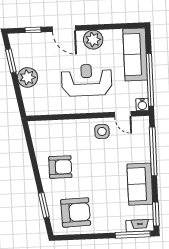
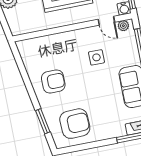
plant: (139, 122) -> (123, 26), added
side table: (102, 131) -> (96, 57), moved

